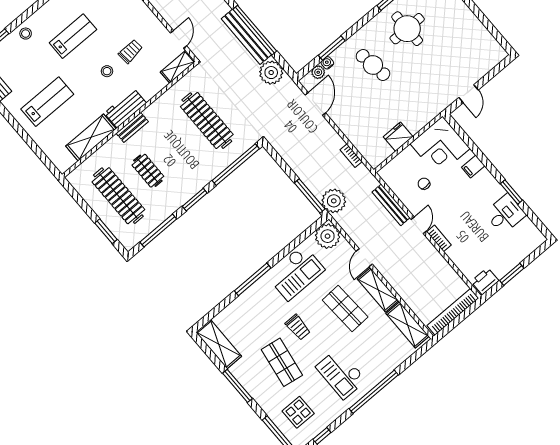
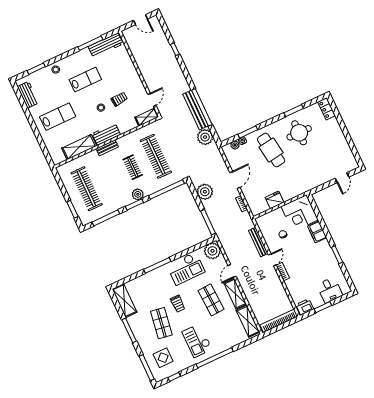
cafe table: (373, 65) -> (271, 150), width x1.37, depth x1.35
door: (469, 94) -> (342, 178), moved
door: (315, 104) -> (235, 180), moved
filing cabinet: (473, 166) -> (317, 232), width x2.00
clothes rail: (148, 171) -> (133, 167), moved
plant: (196, 183) -> (138, 194), added
plant: (334, 201) -> (205, 192), moved
desk: (505, 214) -> (330, 290), moved, turned 90

